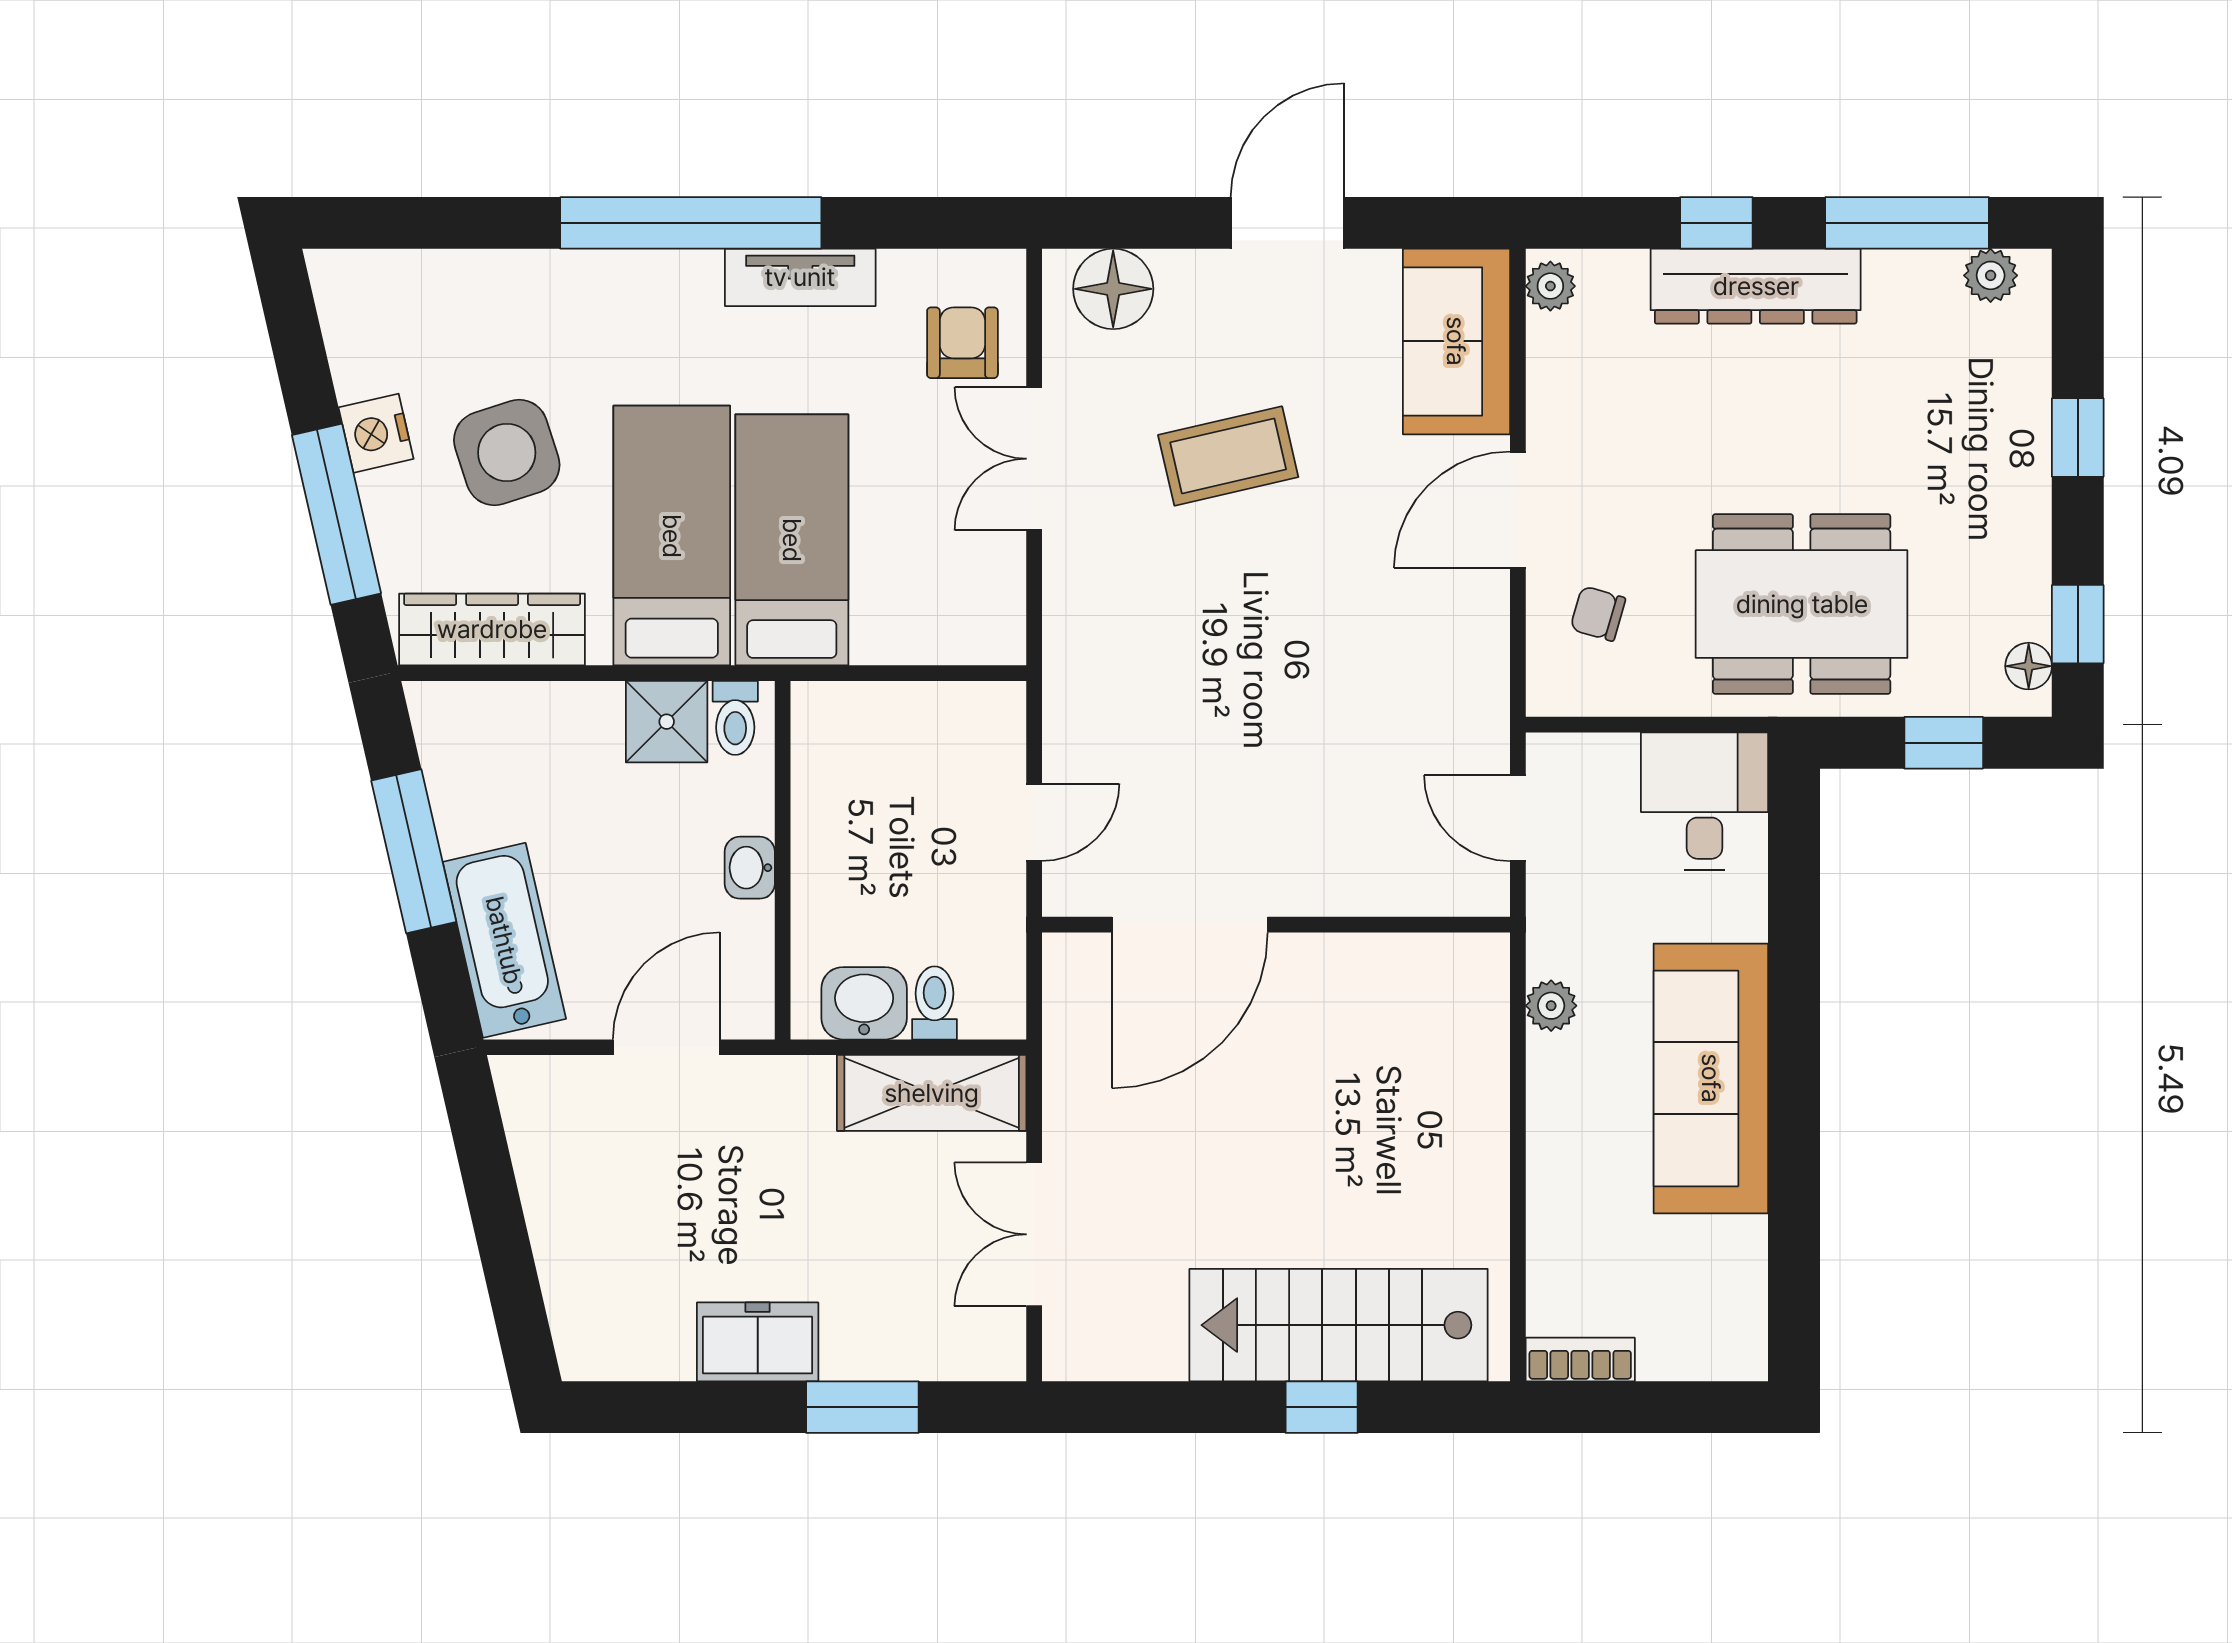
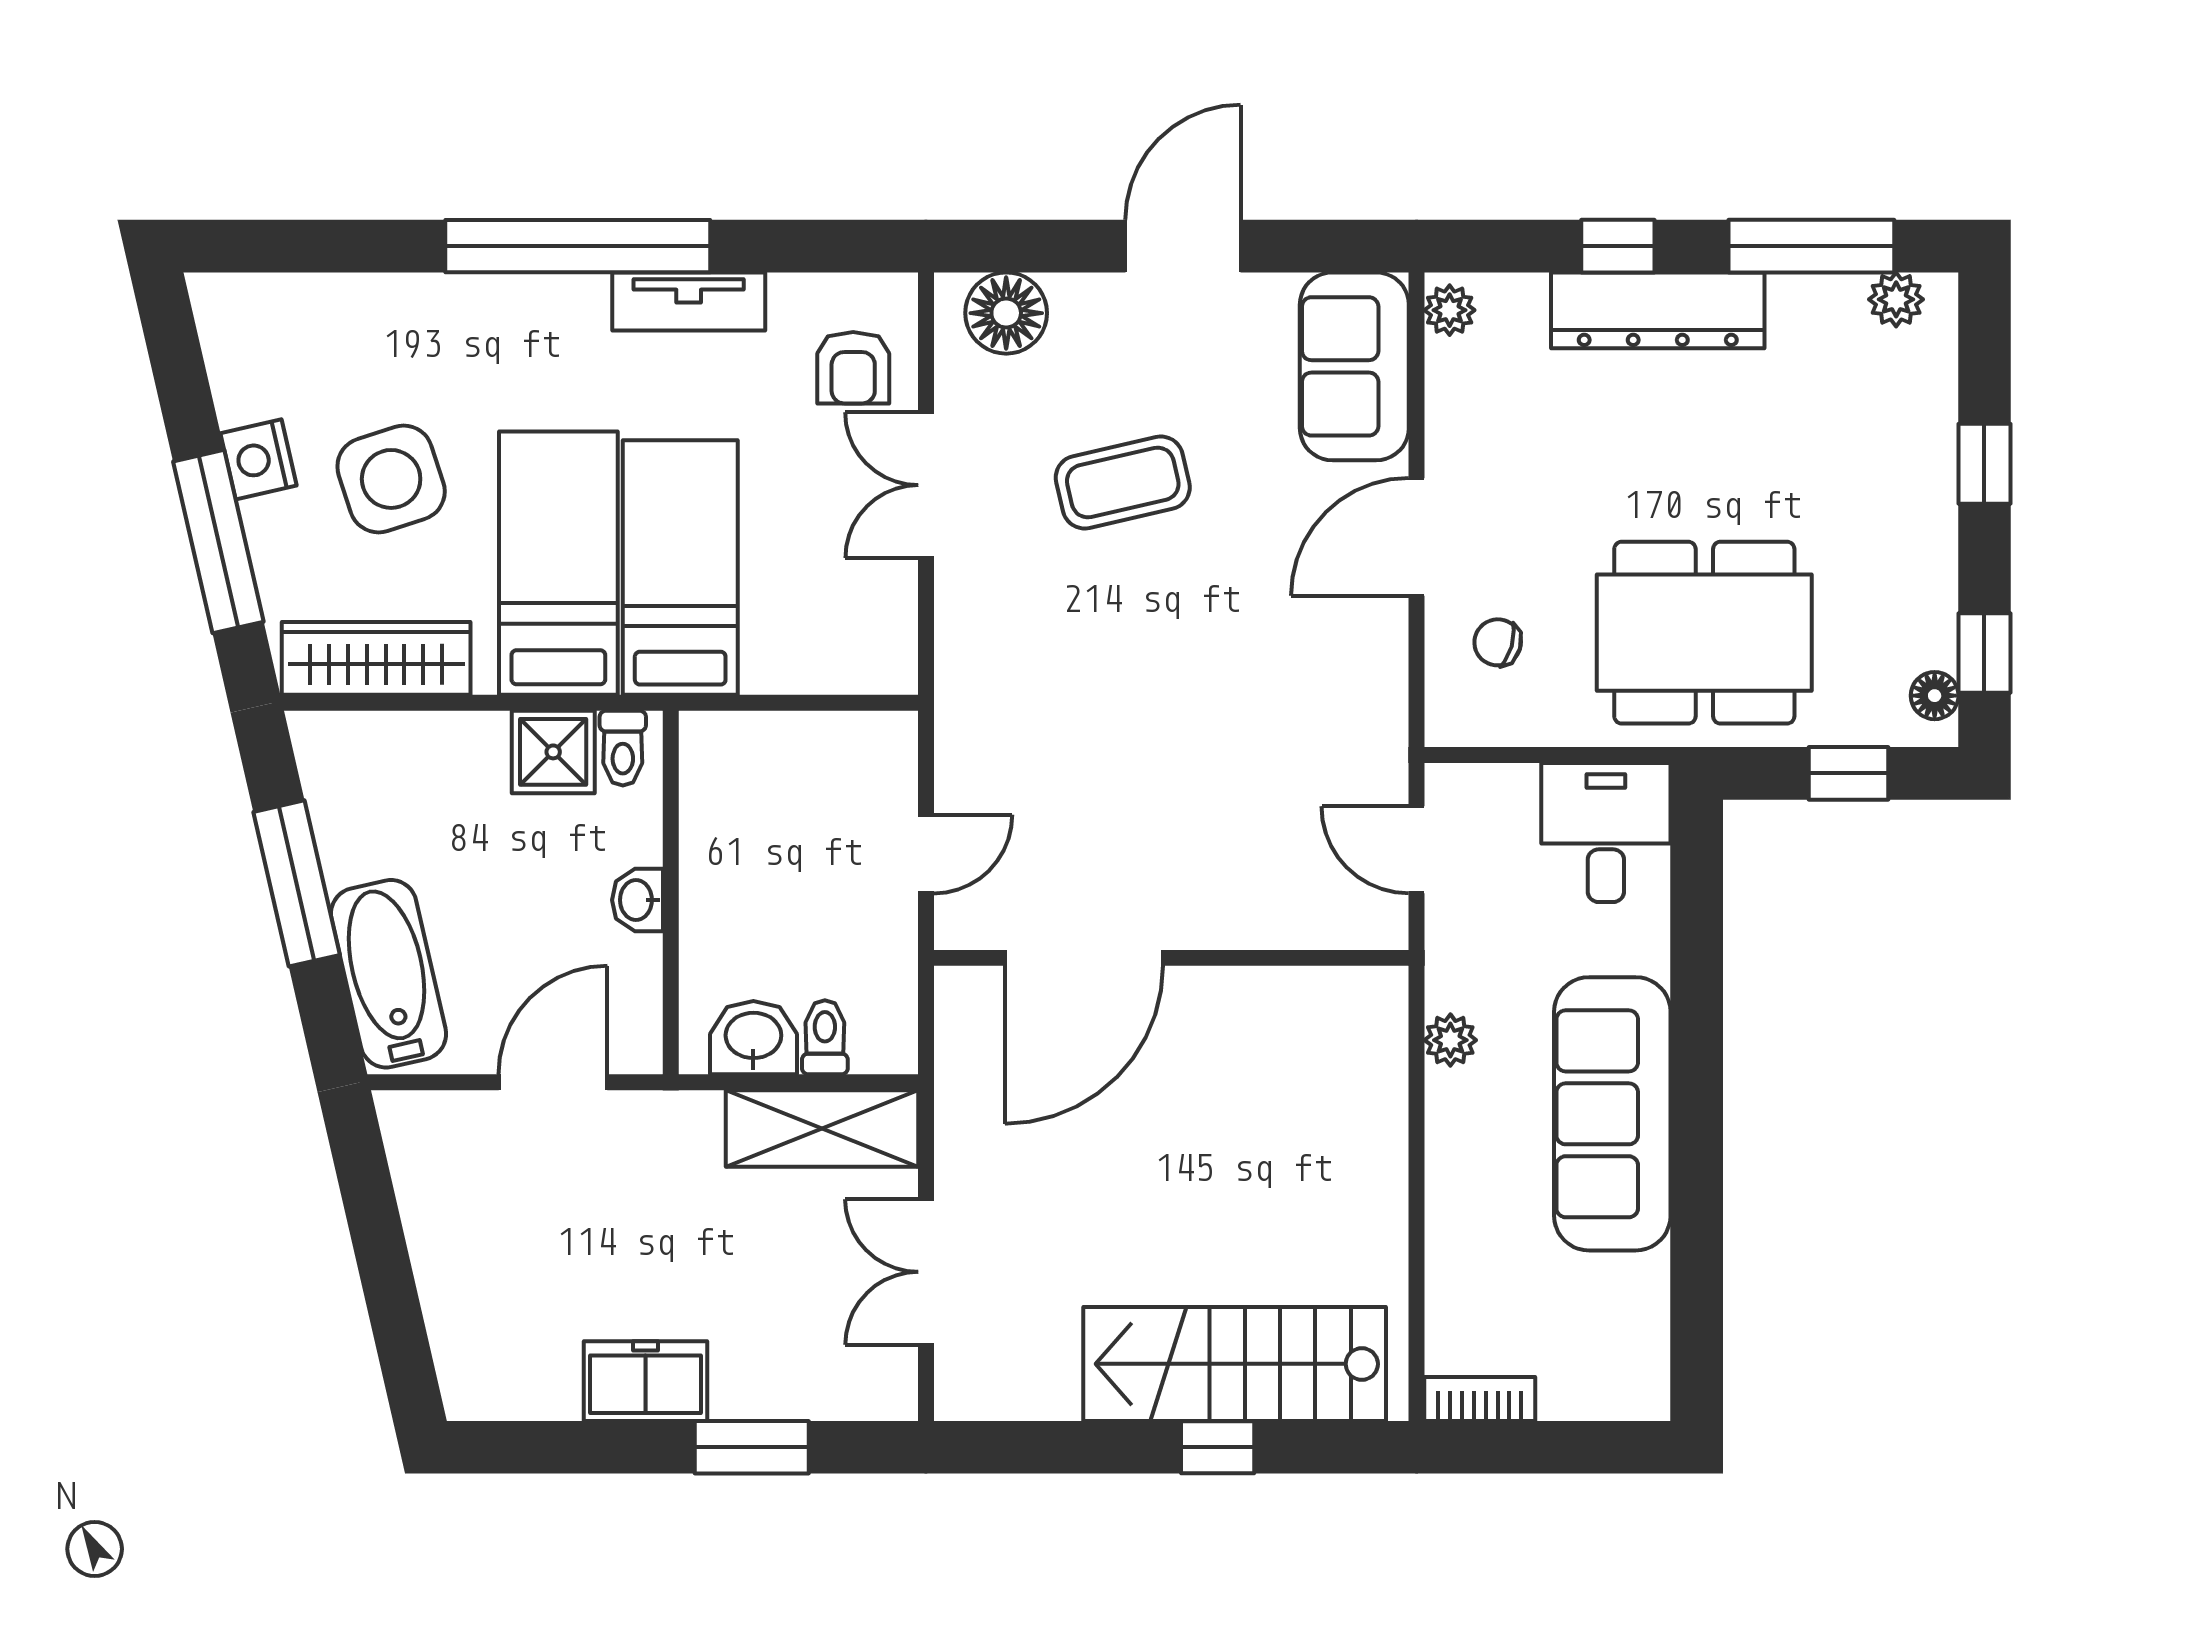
armchair: (962, 343) -> (853, 368), turned 180

